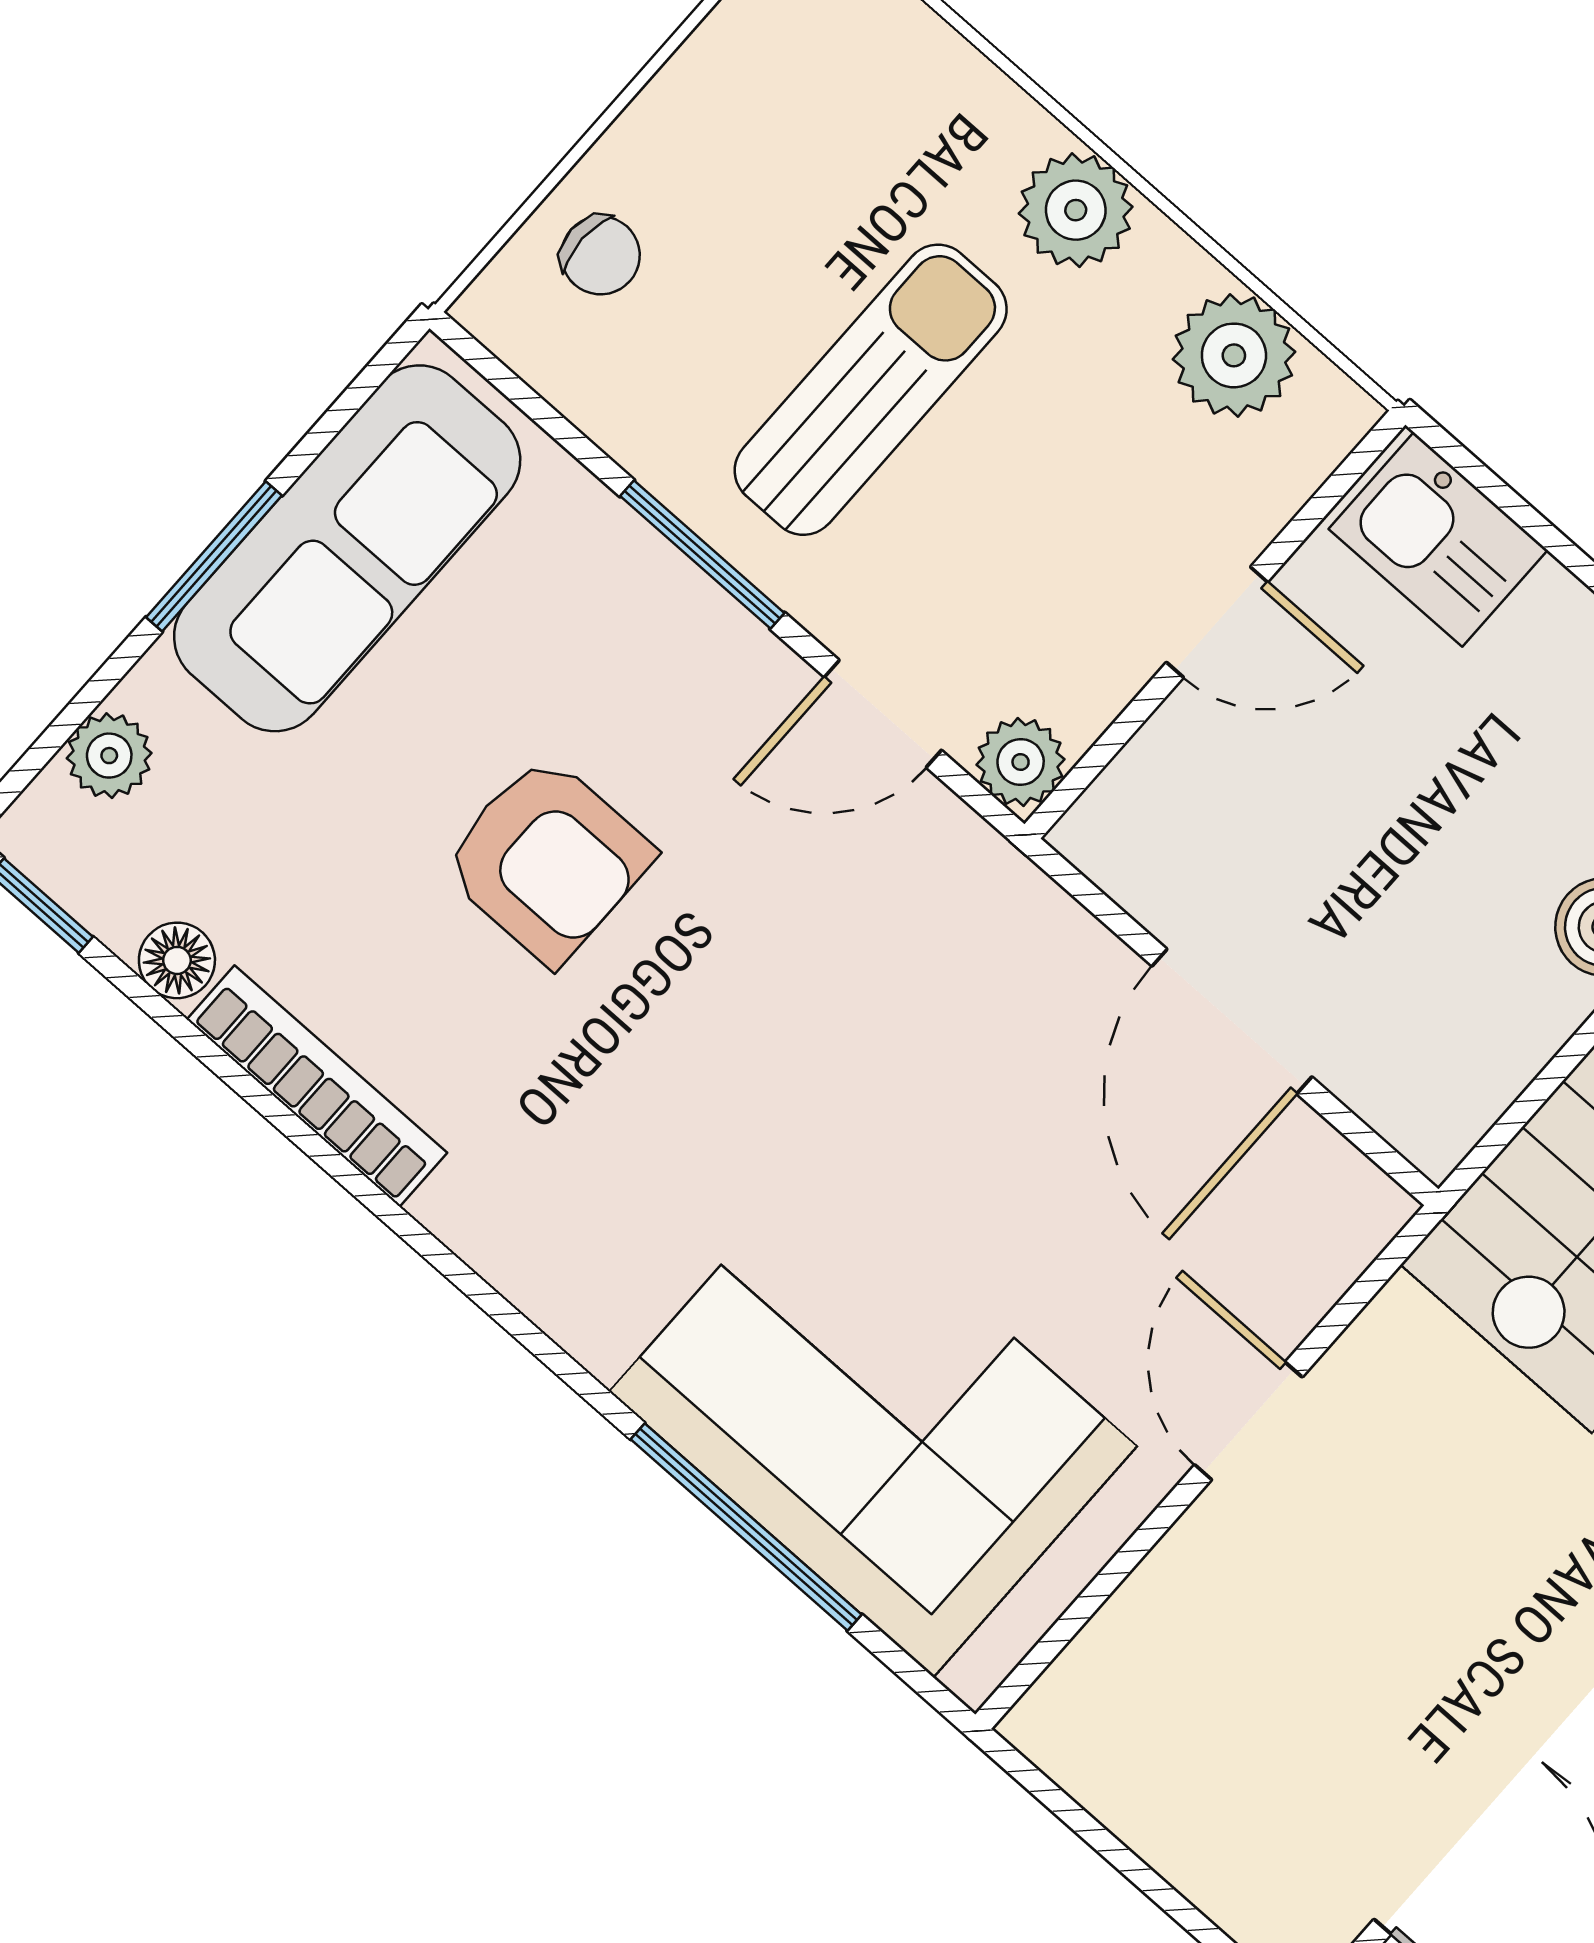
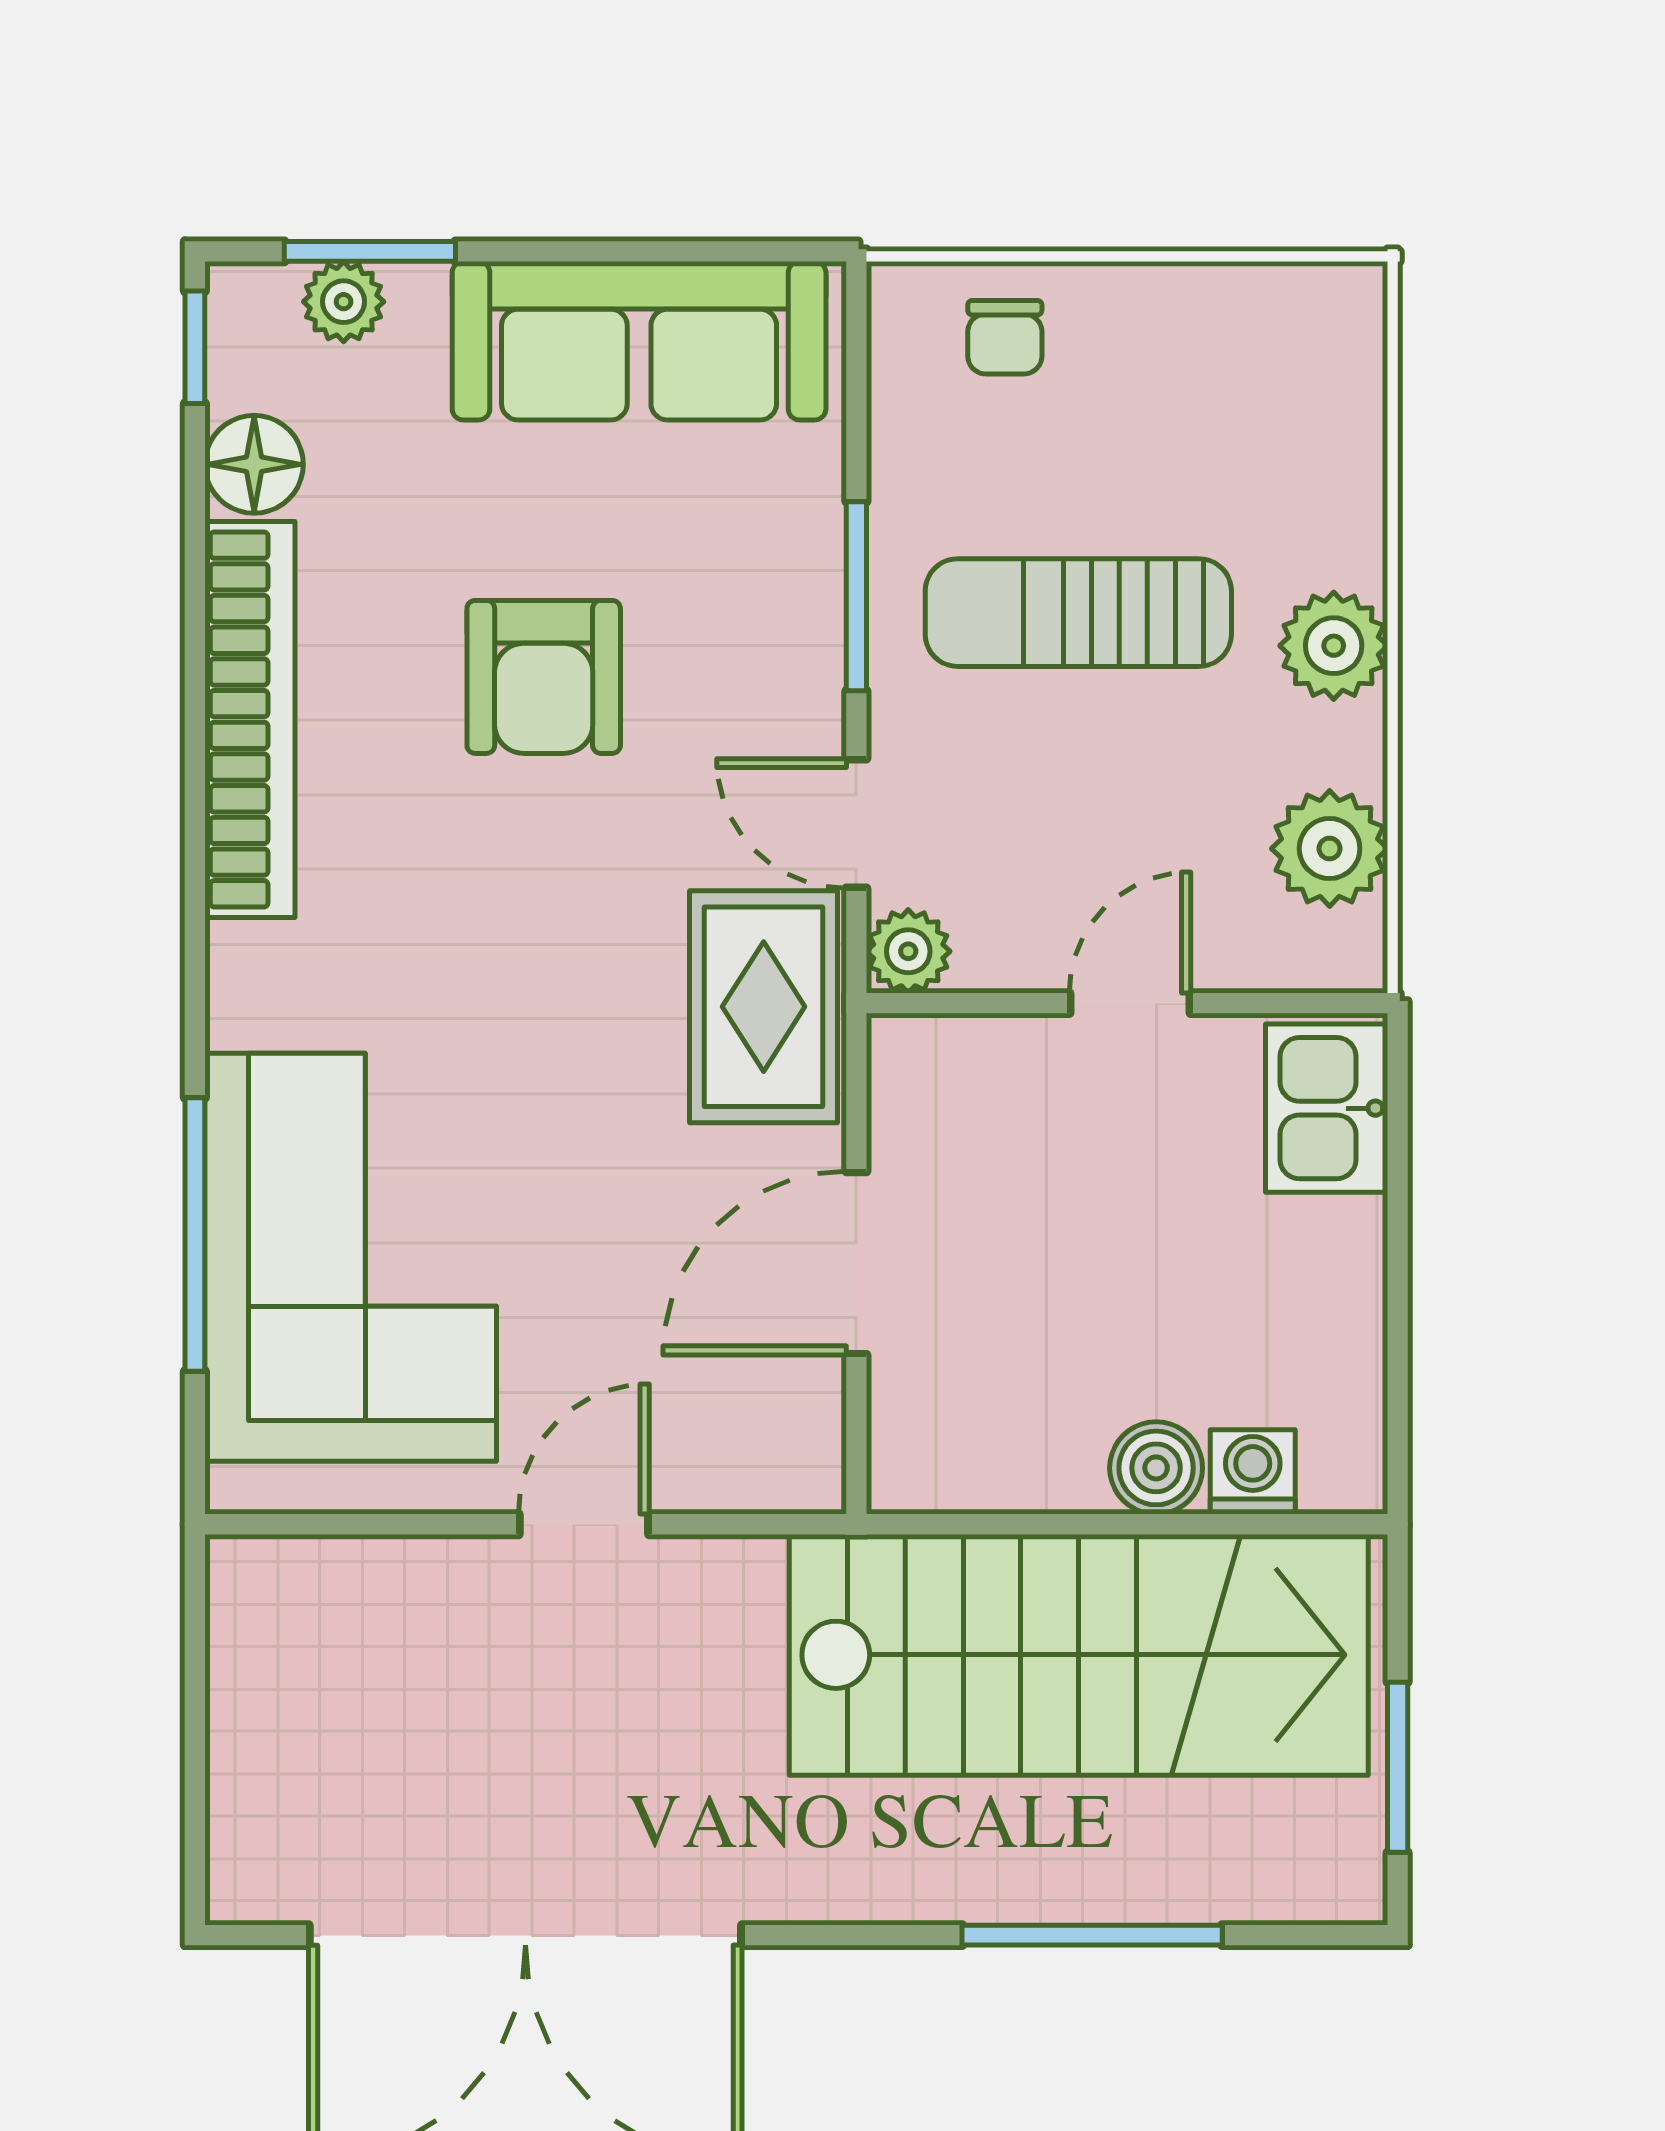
sun lounger: (871, 390) -> (1078, 613), turned 180
window: (214, 556) -> (370, 251), moved
door: (1217, 622) -> (1130, 1003), swing flipped
rug: (963, 916) -> (764, 1007), added
floor lamp: (177, 960) -> (254, 464), width x1.37, depth x1.37
bookcase: (317, 1086) -> (250, 719), width x1.48, depth x1.31

